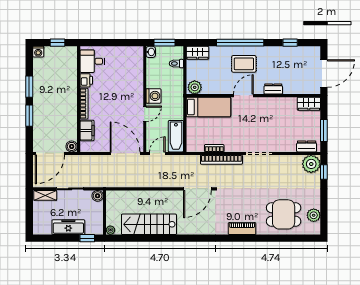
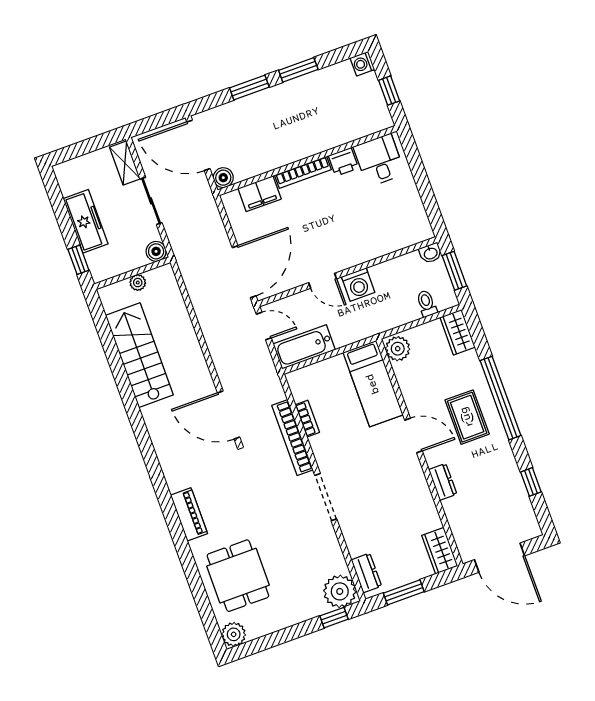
plant: (314, 215) -> (234, 634), moved
plant: (110, 230) -> (138, 283), moved

